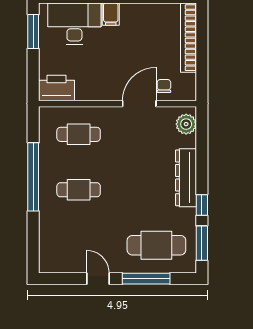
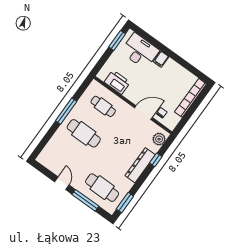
printer: (57, 88) -> (117, 82), moved
window: (33, 177) -> (66, 111), width x0.68
cafe table: (79, 190) -> (84, 133), width x1.37, depth x1.35
window: (202, 205) -> (156, 160), moved

